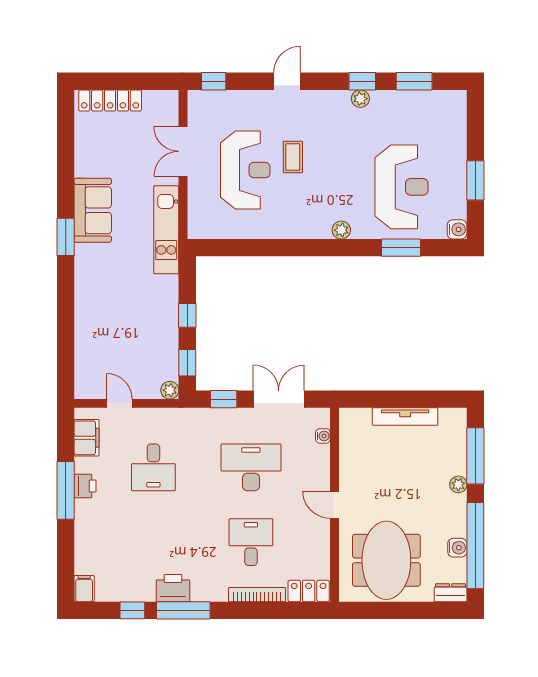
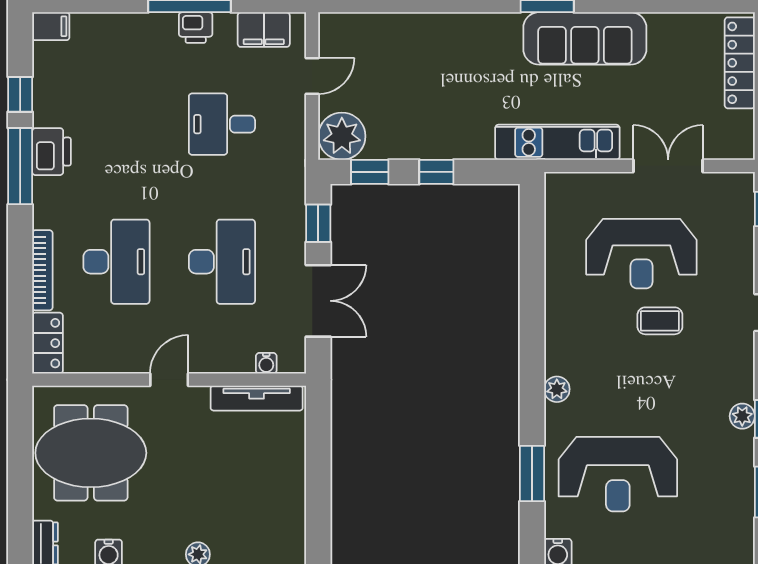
sofa: (93, 210) -> (585, 38), width x1.36
plant: (170, 390) -> (342, 136), width x1.88, depth x1.88
tv unit: (405, 417) -> (257, 398), moved, turned -90
desk: (251, 542) -> (116, 262), width x1.37

